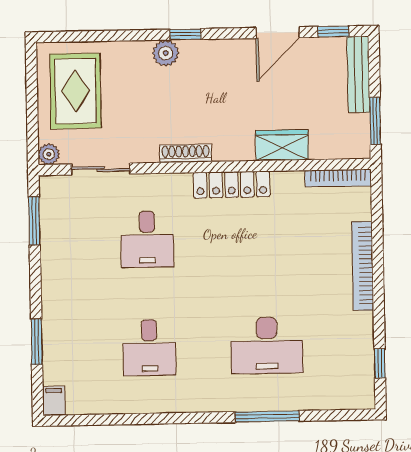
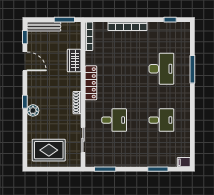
plant: (49, 154) -> (76, 162), removed

